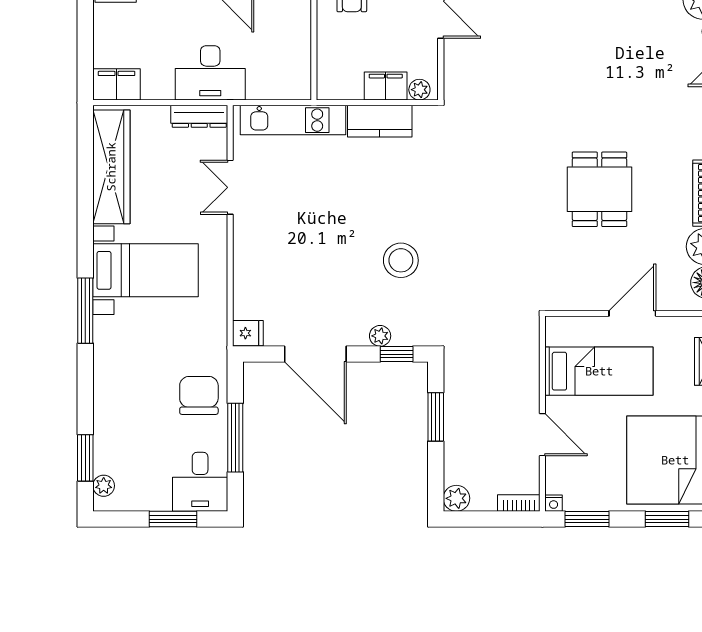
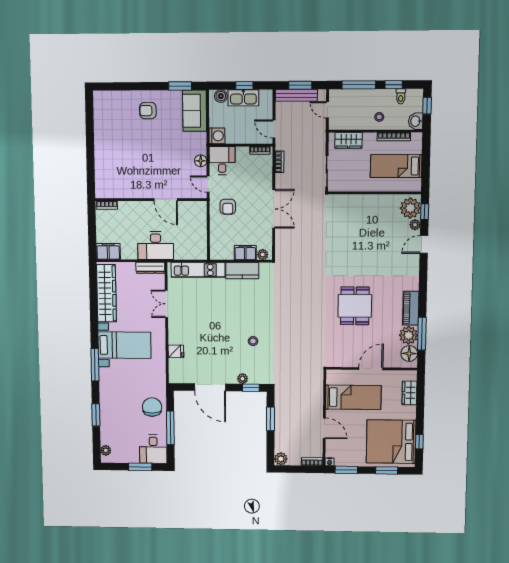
stool: (401, 260) -> (253, 341), width x0.53, depth x0.53
fridge: (248, 333) -> (176, 351), moved
window: (85, 458) -> (96, 415), moved

